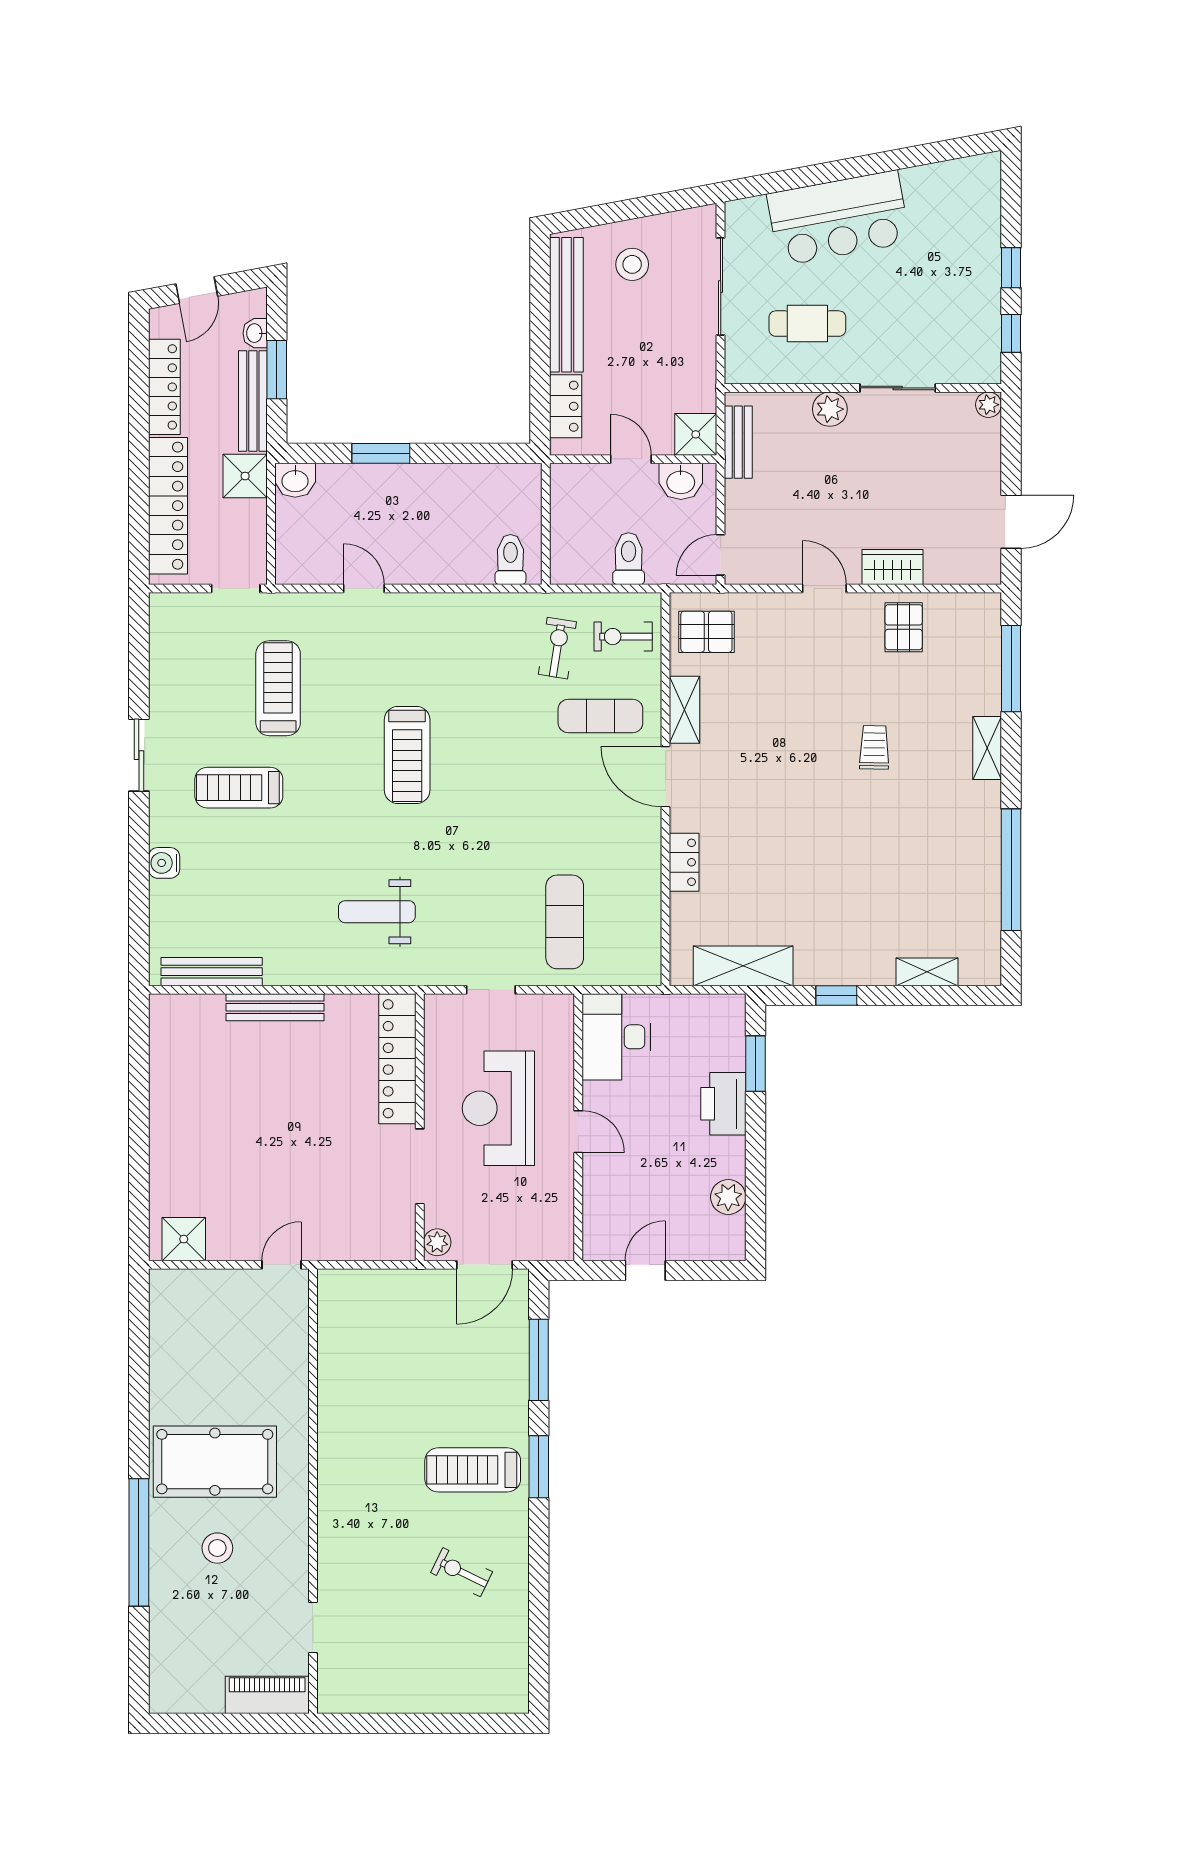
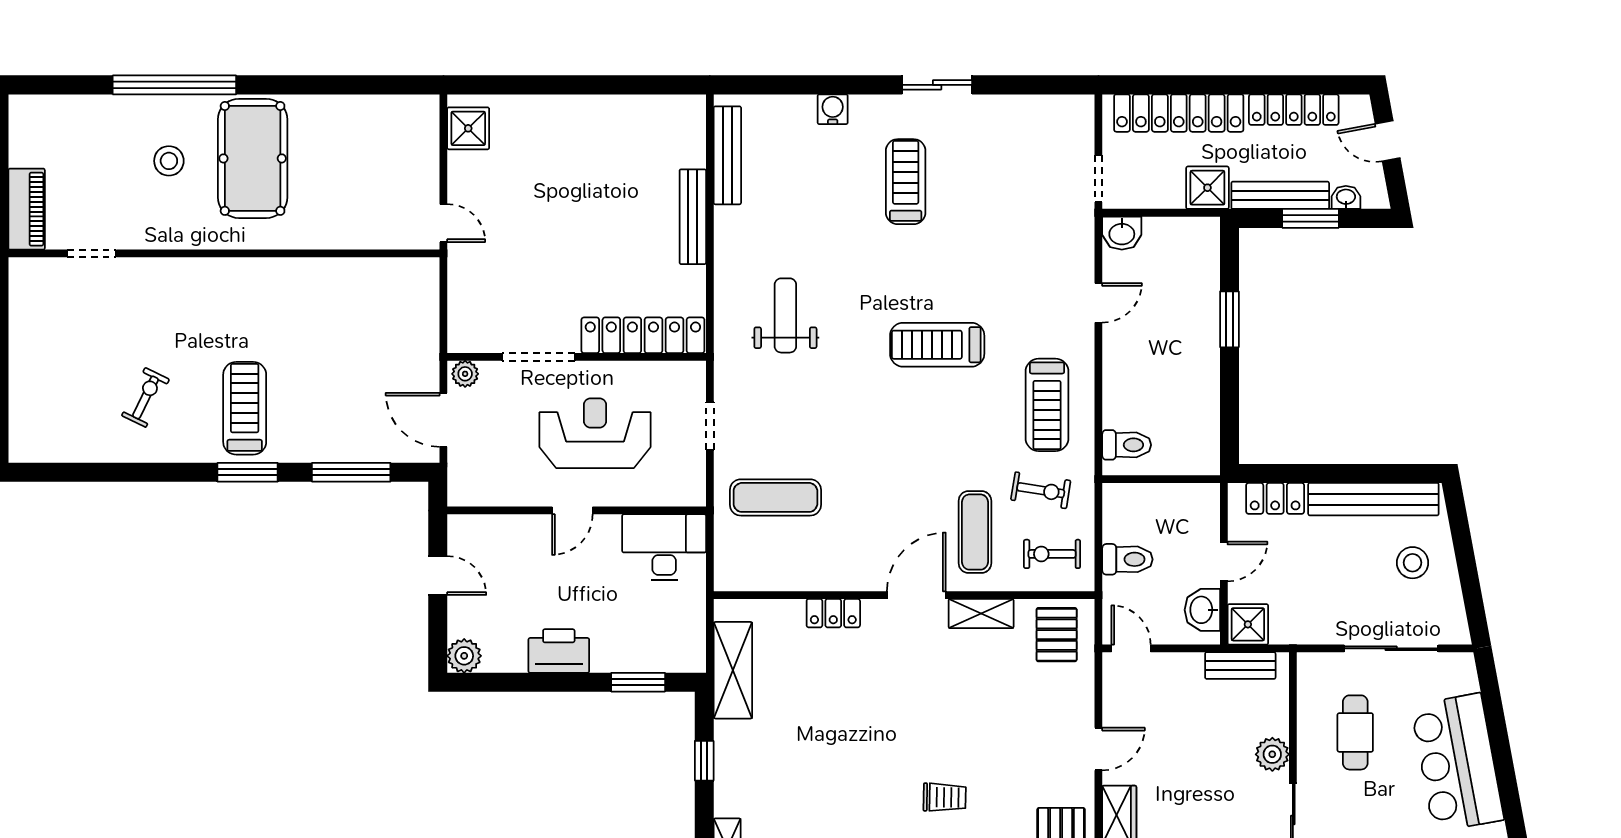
washbasin: (295, 480) -> (1122, 233), moved, turned -90
exercise bike: (623, 637) -> (1052, 554), turned -90
treadmill: (278, 688) -> (1047, 405), moved, turned 90
printer: (723, 1104) -> (559, 651), moved
plant: (728, 1197) -> (464, 656), moved

